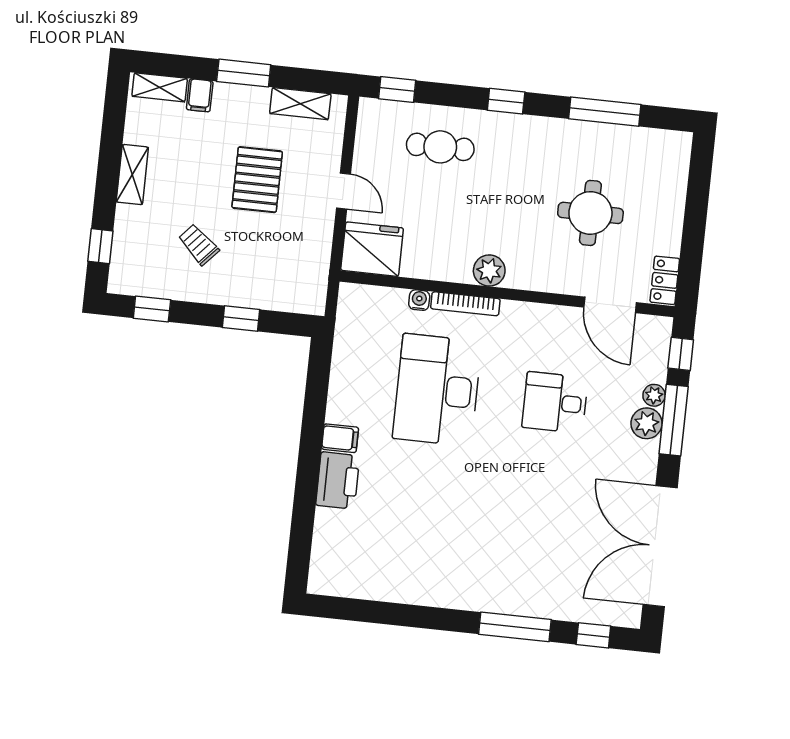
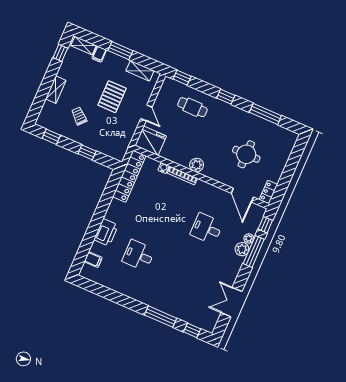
shelving: (132, 175) -> (56, 90), moved
window: (100, 246) -> (60, 53), moved
locker: (350, 342) -> (129, 176), added
desk: (437, 390) -> (139, 255), moved, width x0.53, depth x0.77
filing cabinet: (340, 438) -> (93, 260), moved
double door: (660, 546) -> (232, 302), width x0.54

